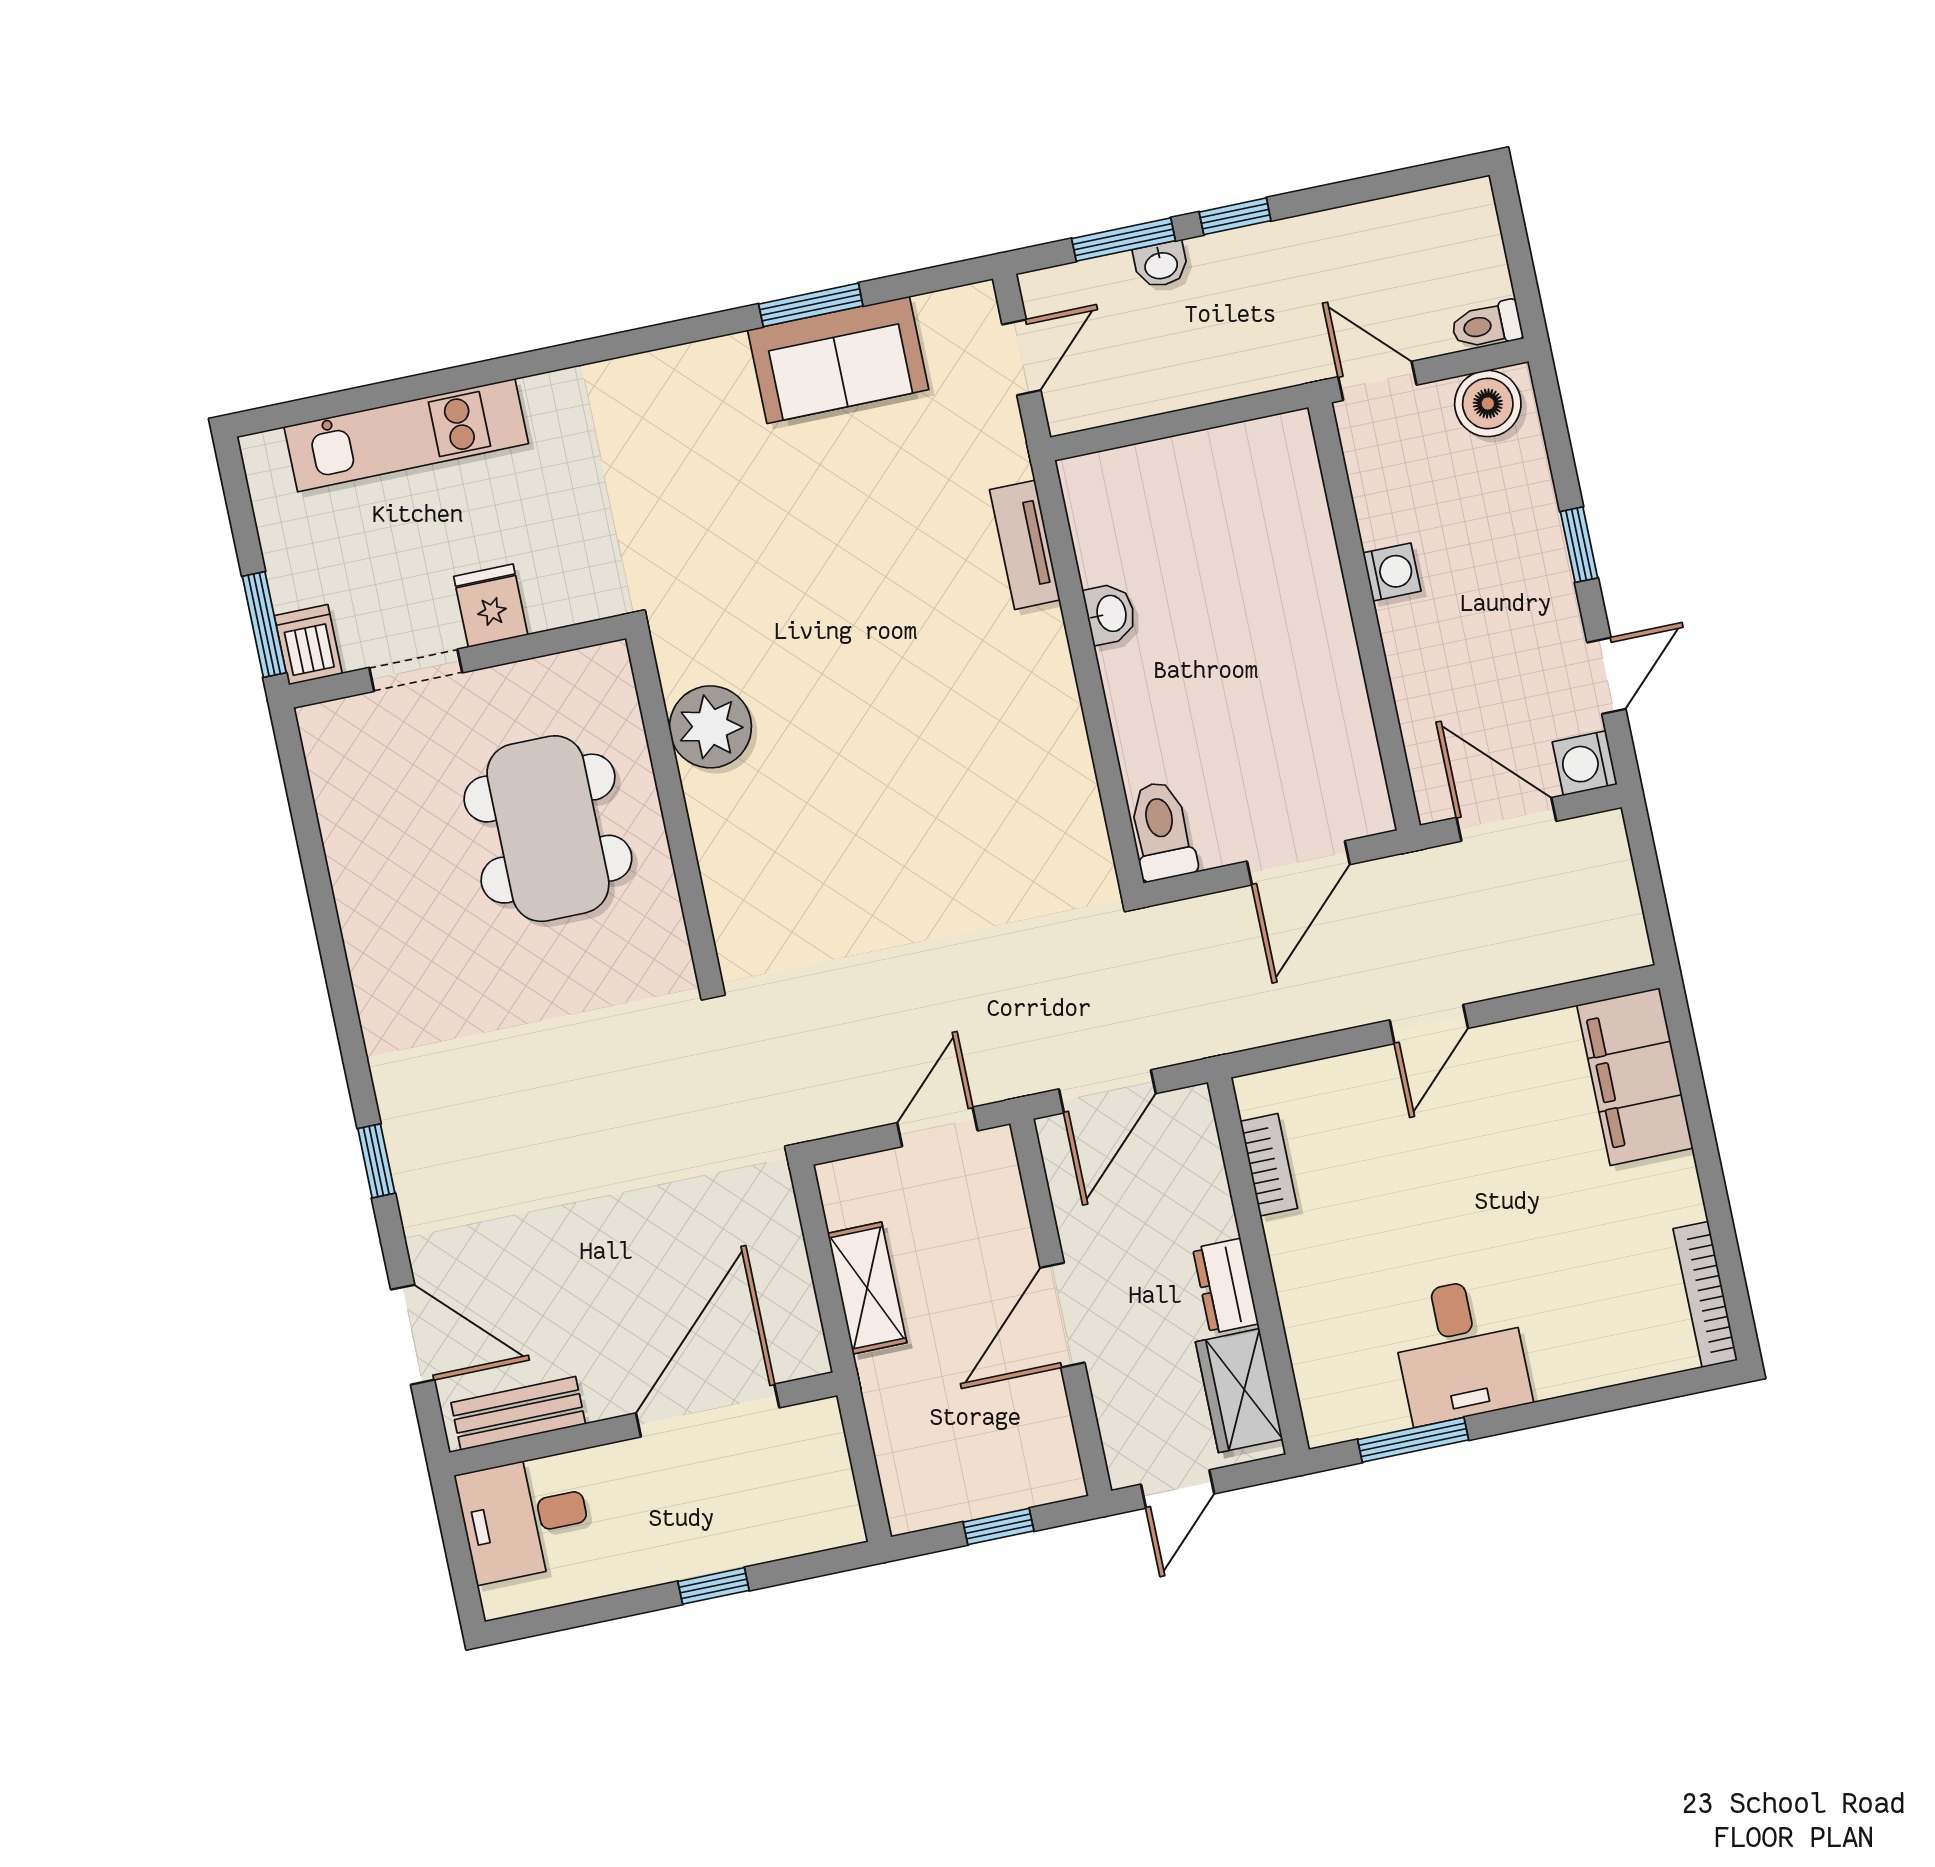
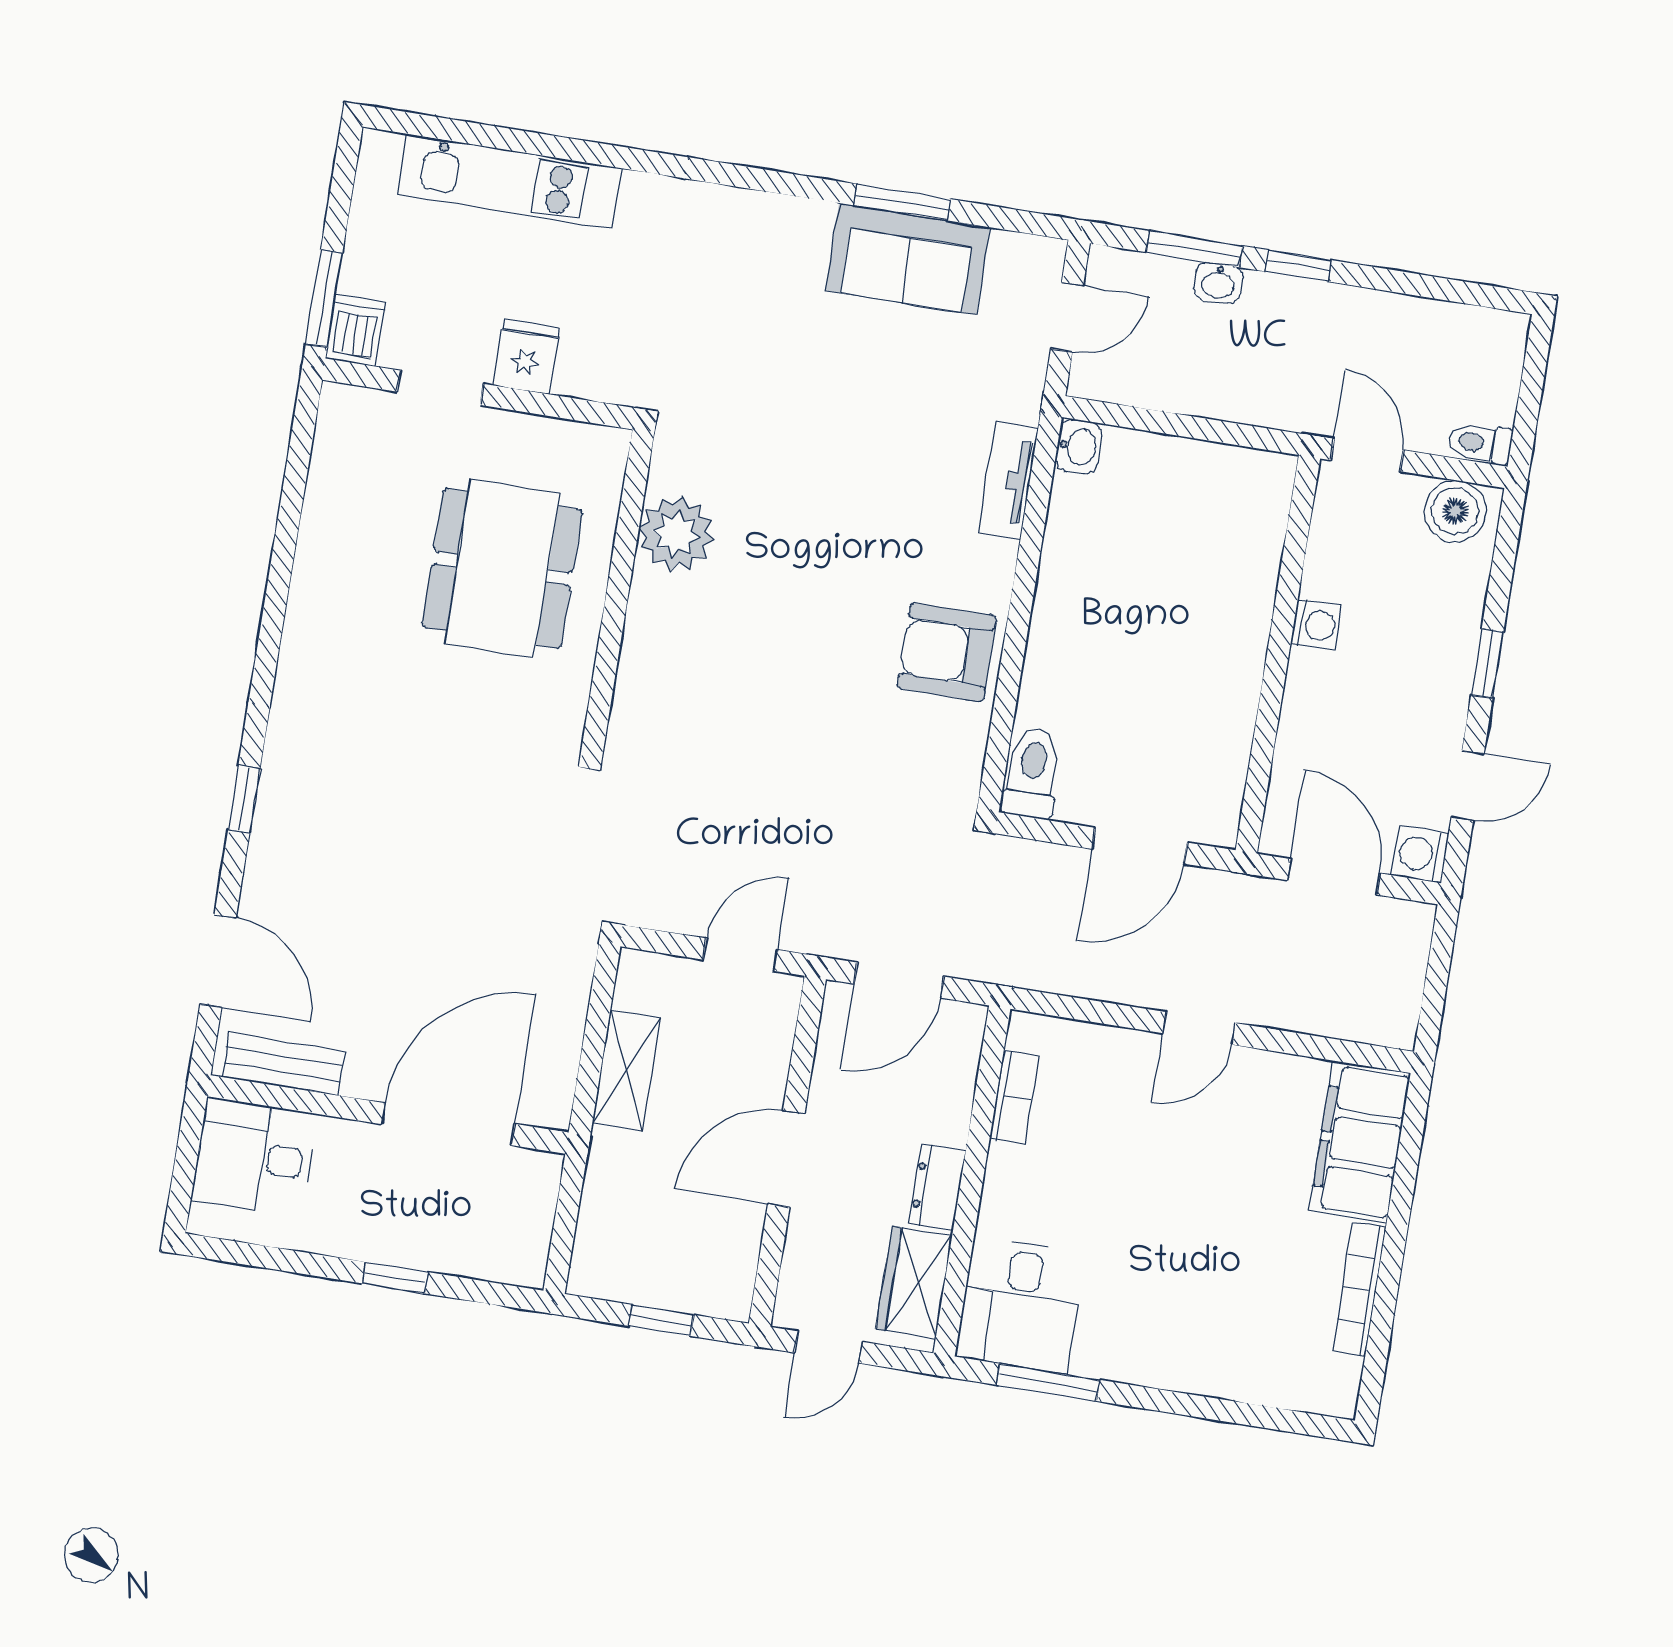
washbasin: (1110, 614) -> (1079, 446), moved
armchair: (1029, 742) -> (947, 652), added
bookcase: (1705, 1294) -> (1359, 1289), moved
desk: (1460, 1350) -> (1020, 1305), moved

